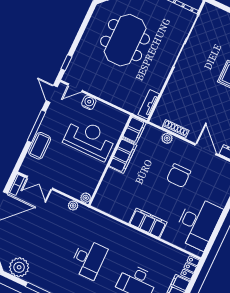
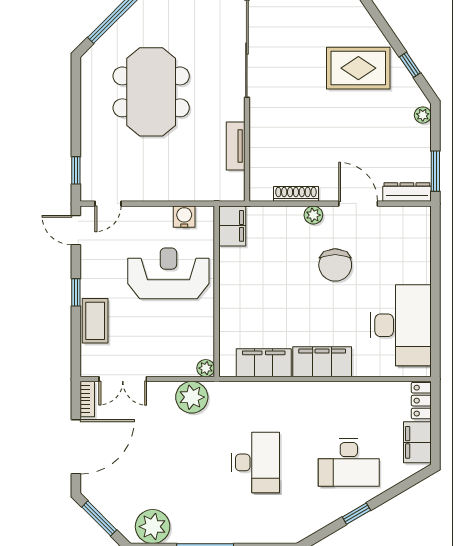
water cooler: (89, 103) -> (184, 217), moved
tv unit: (149, 104) -> (236, 146), moved
window: (36, 126) -> (76, 292), width x0.46
plant: (167, 138) -> (313, 215), moved
filing cabinet: (123, 156) -> (264, 363), moved, turned -90
plant: (73, 206) -> (192, 397), width x1.87, depth x1.87

